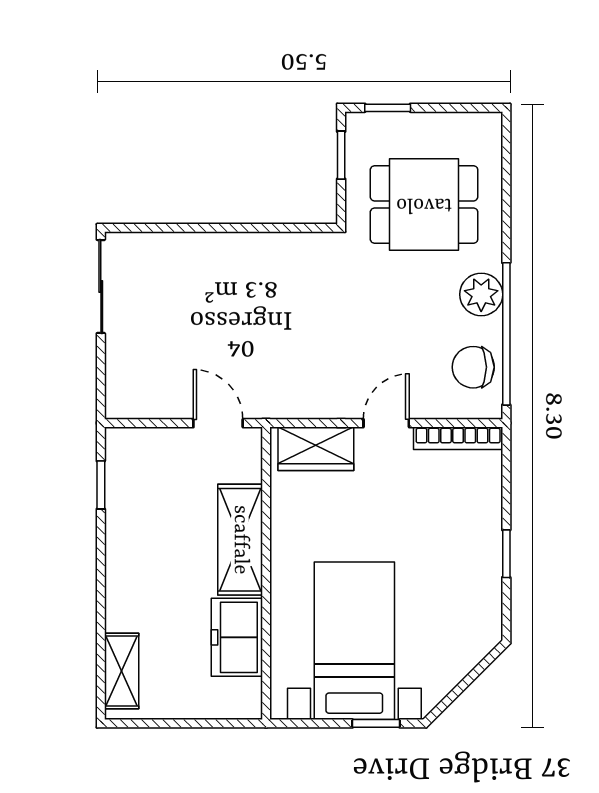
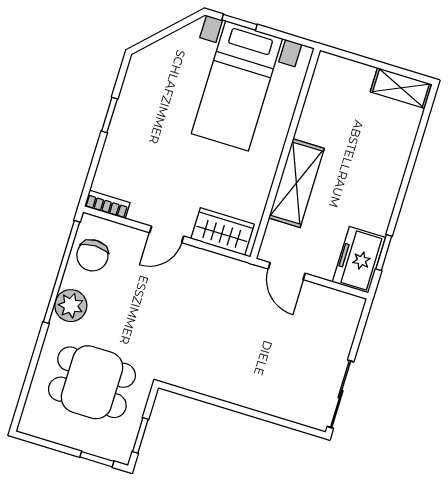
chair: (473, 367) -> (92, 255), turned 90
bookcase: (458, 438) -> (107, 204), width x0.64
freezer: (237, 637) -> (359, 260), moved, turned 180
shelving: (122, 671) -> (401, 88), moved, turned 90

